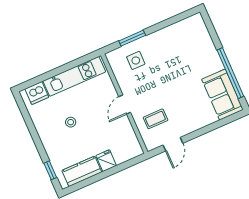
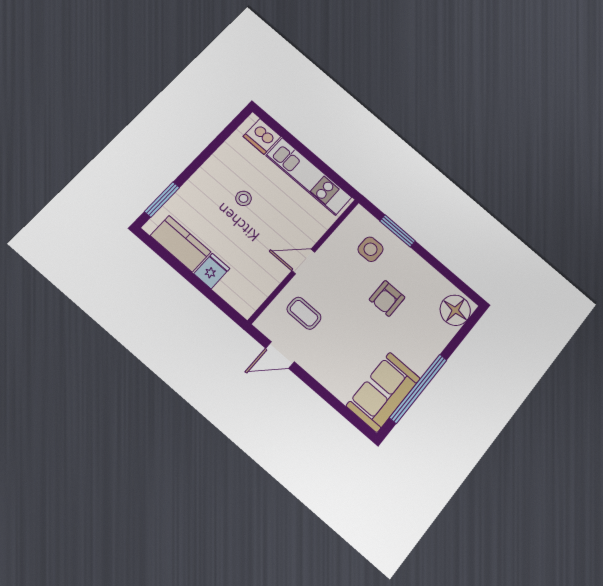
floor lamp: (196, 27) -> (455, 310), added
armchair: (170, 65) -> (387, 298), added
window: (50, 170) -> (162, 200), width x1.50

